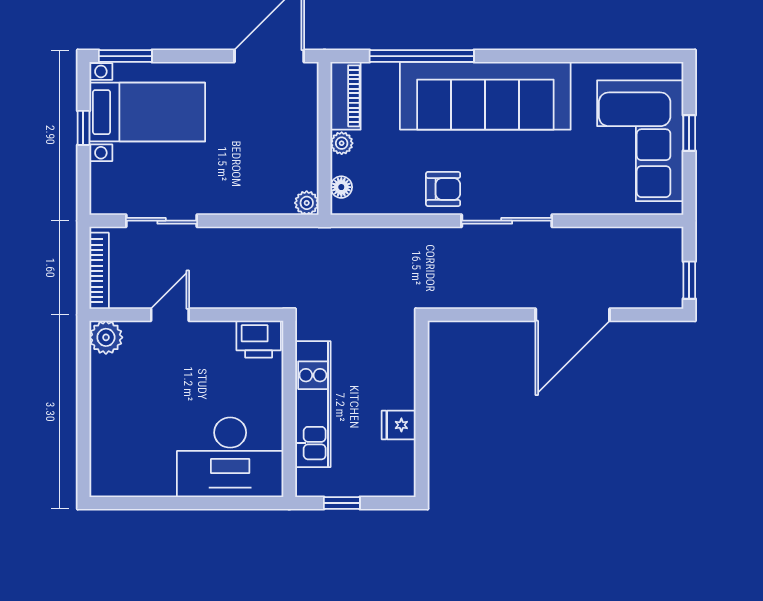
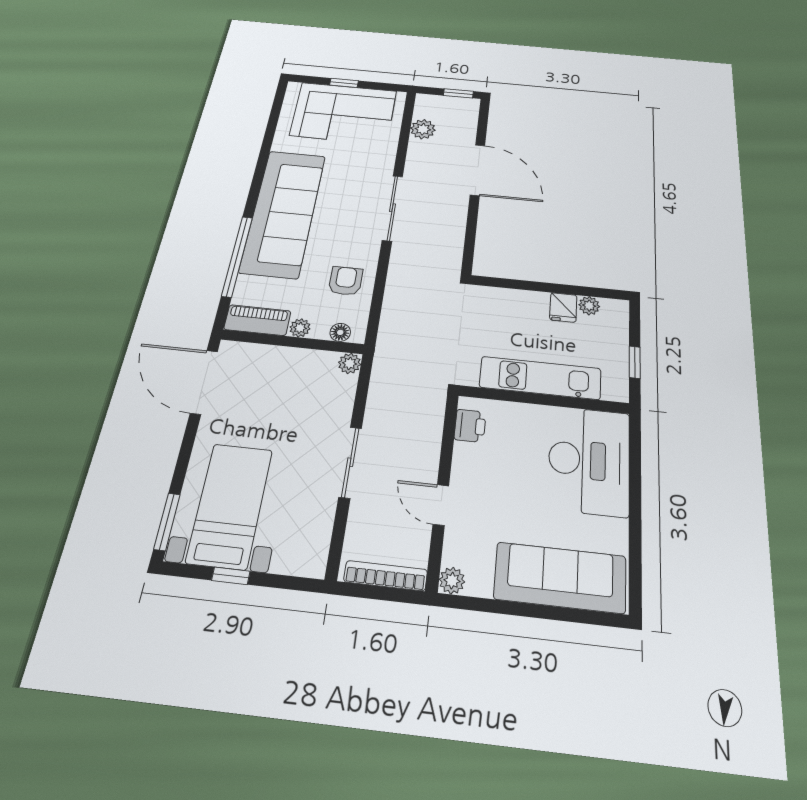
armchair: (443, 189) -> (346, 281), moved
sliding door: (162, 221) -> (350, 462), moved
plant: (627, 242) -> (423, 129), added
plant: (106, 337) -> (452, 581), width x0.73, depth x0.73
printer: (259, 339) -> (470, 426), width x0.73, depth x0.81
sofa: (115, 433) -> (560, 577), added
plant: (404, 453) -> (589, 306), added

